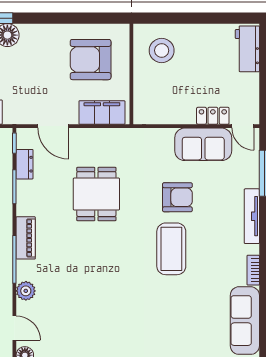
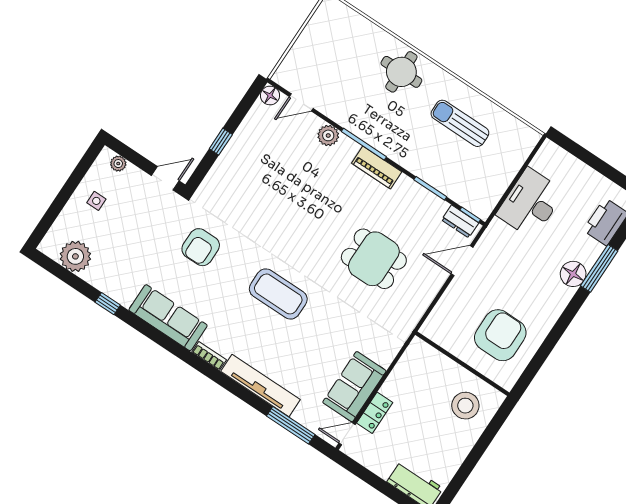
filing cabinet: (102, 112) -> (445, 313), removed
dresser: (25, 164) -> (460, 221), moved
armchair: (177, 197) -> (201, 247), moved
tv unit: (252, 216) -> (260, 385), width x1.36, depth x1.29

